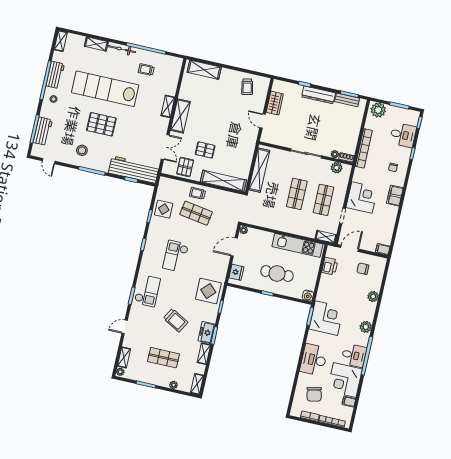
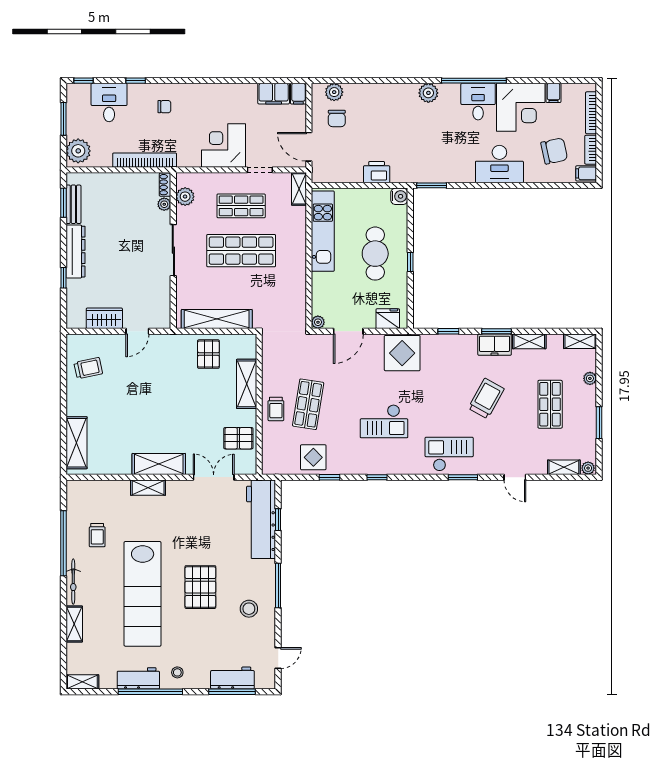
pallet: (205, 150) -> (208, 354), moved
shelving: (223, 181) -> (247, 384), width x0.68
shop shelf: (297, 194) -> (241, 251), width x1.43, depth x1.36
filing cabinet: (395, 196) -> (274, 94), moved
door: (234, 247) -> (348, 331), hinge flipped
printer: (330, 266) -> (377, 172), moved
display table: (208, 291) -> (402, 353), moved
plant: (373, 297) -> (334, 92), moved
corner desk: (326, 318) -> (429, 159), removed
filing cabinet: (296, 410) -> (586, 173), added

